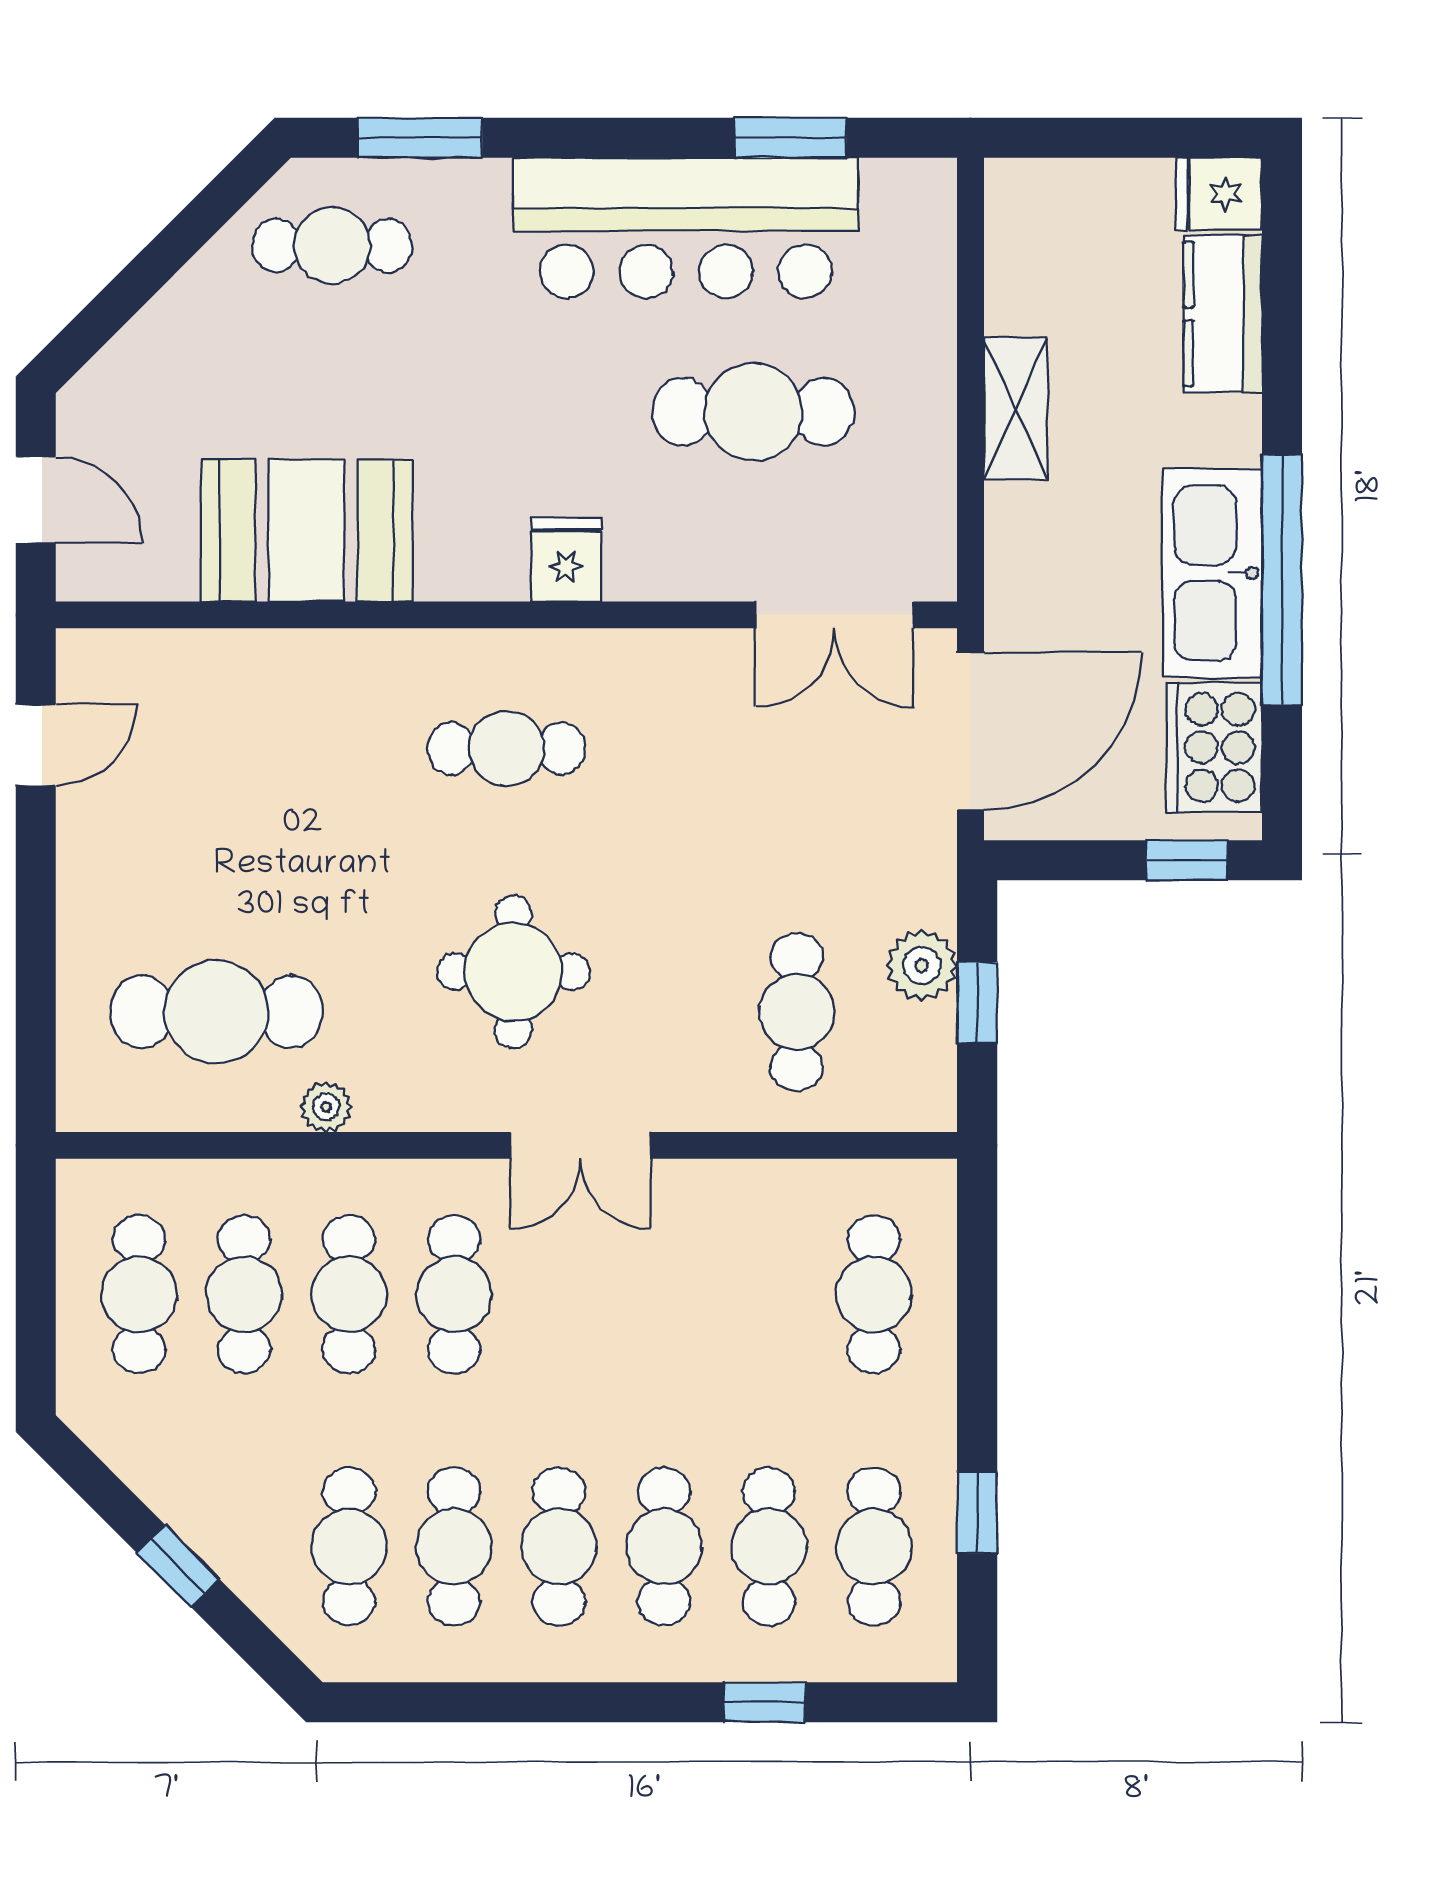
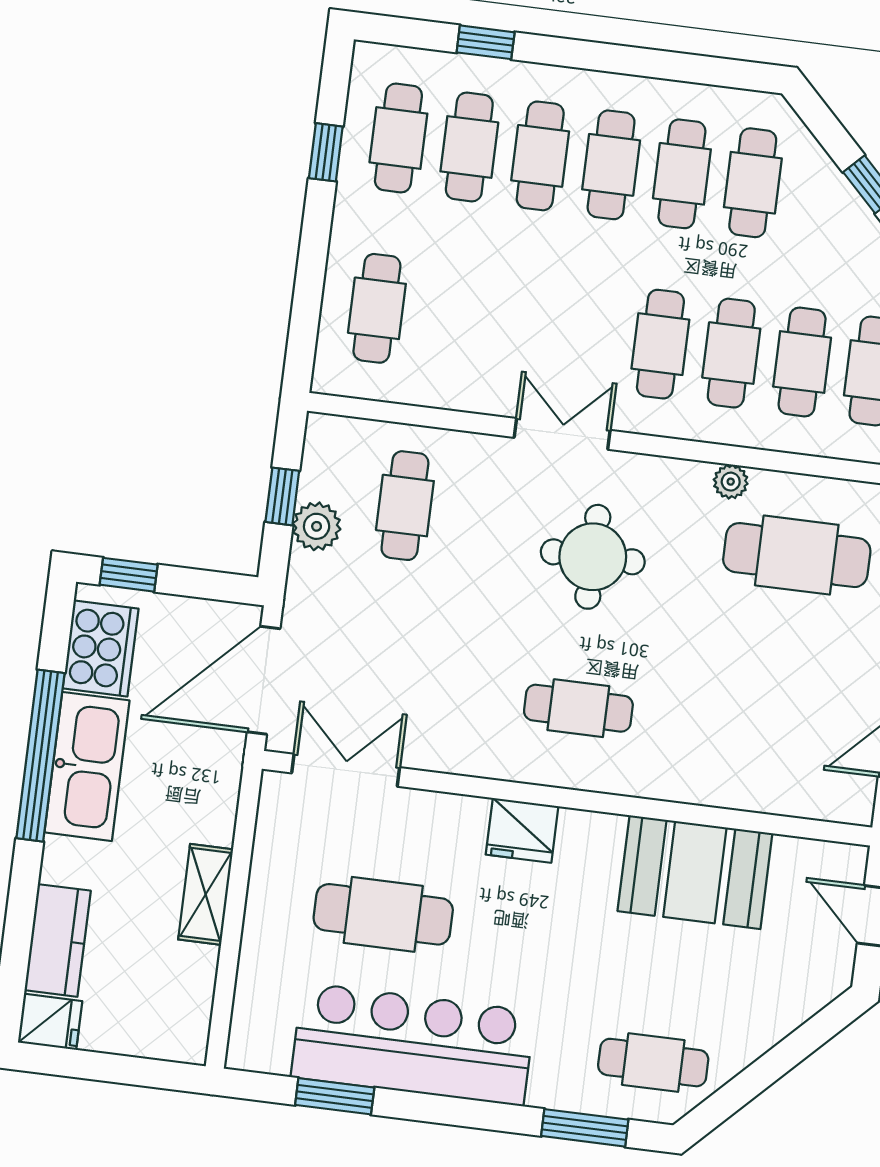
fridge: (566, 560) -> (522, 830), width x1.38

